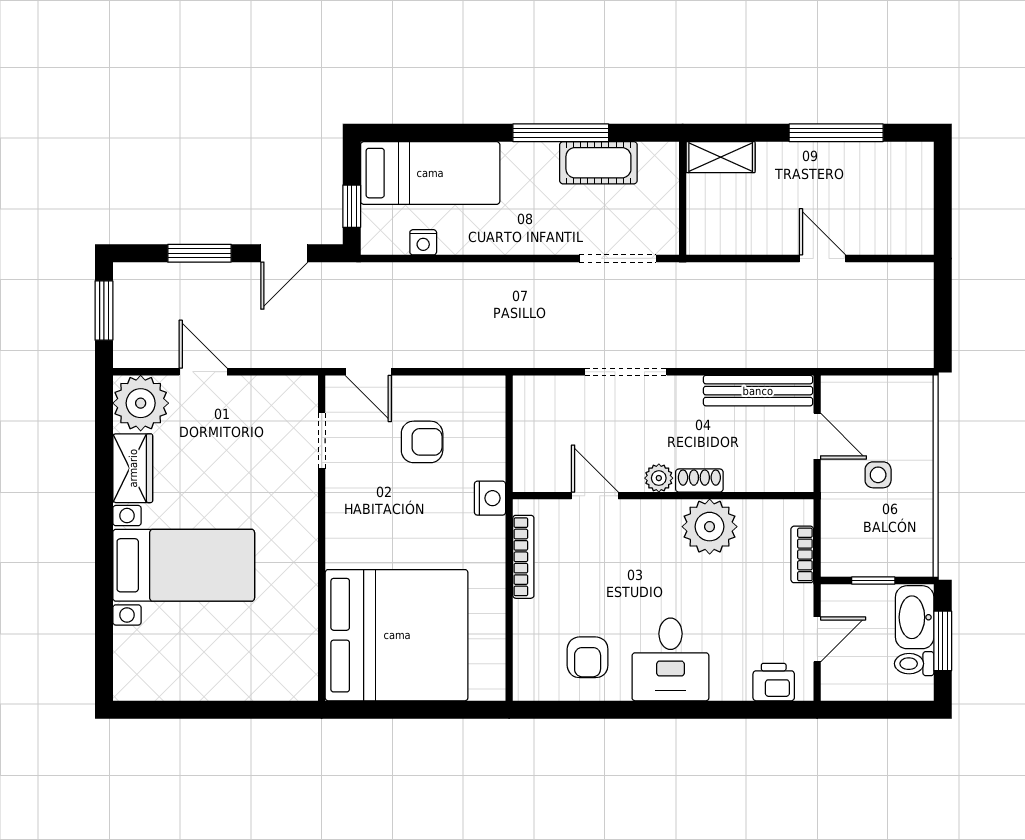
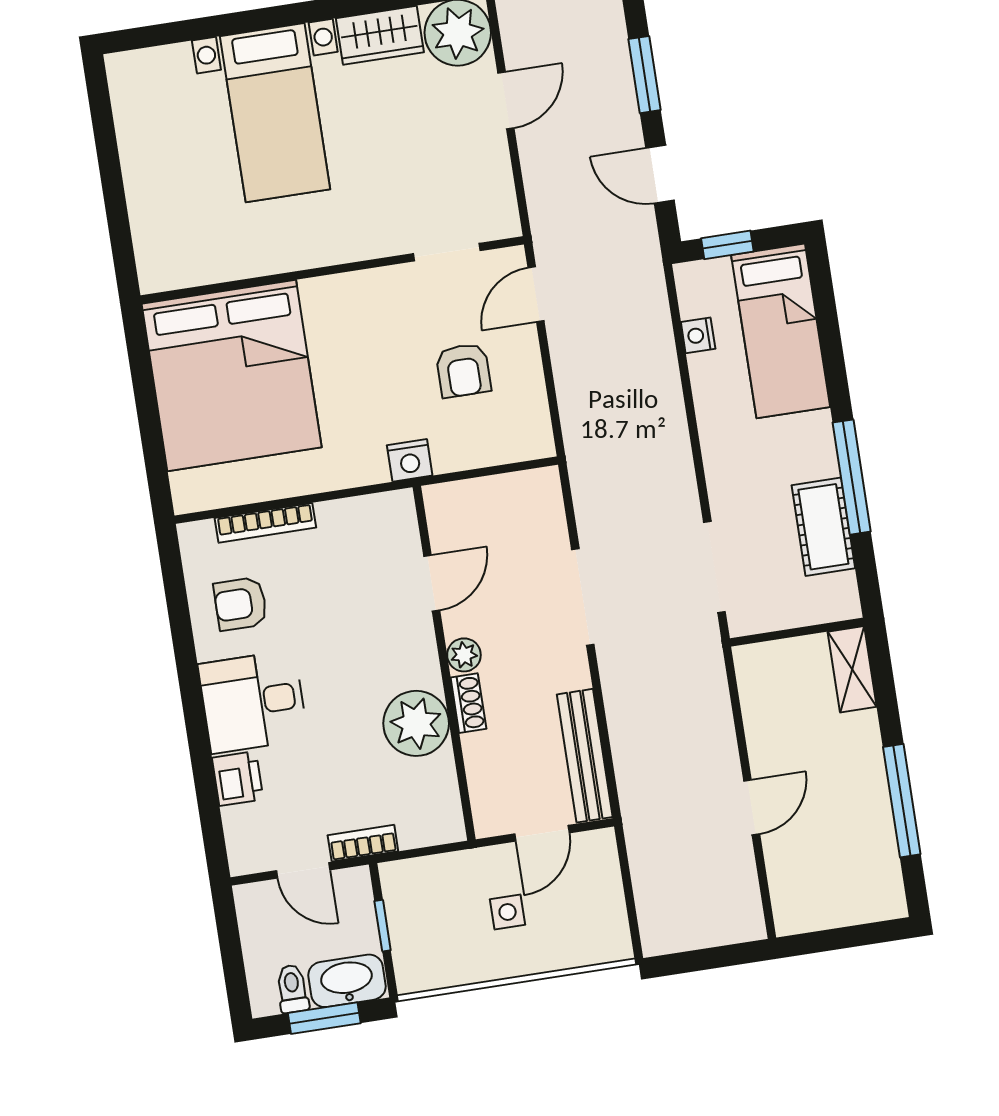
bookcase: (802, 554) -> (363, 843), moved
bookcase: (523, 557) -> (265, 523), moved
printer: (774, 682) -> (238, 779), moved

